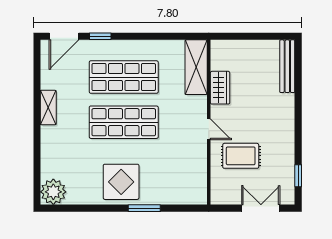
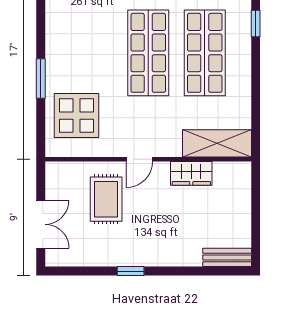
bench: (287, 66) -> (227, 257), width x0.73
window: (298, 176) -> (131, 271), moved
display table: (121, 182) -> (77, 116), moved

